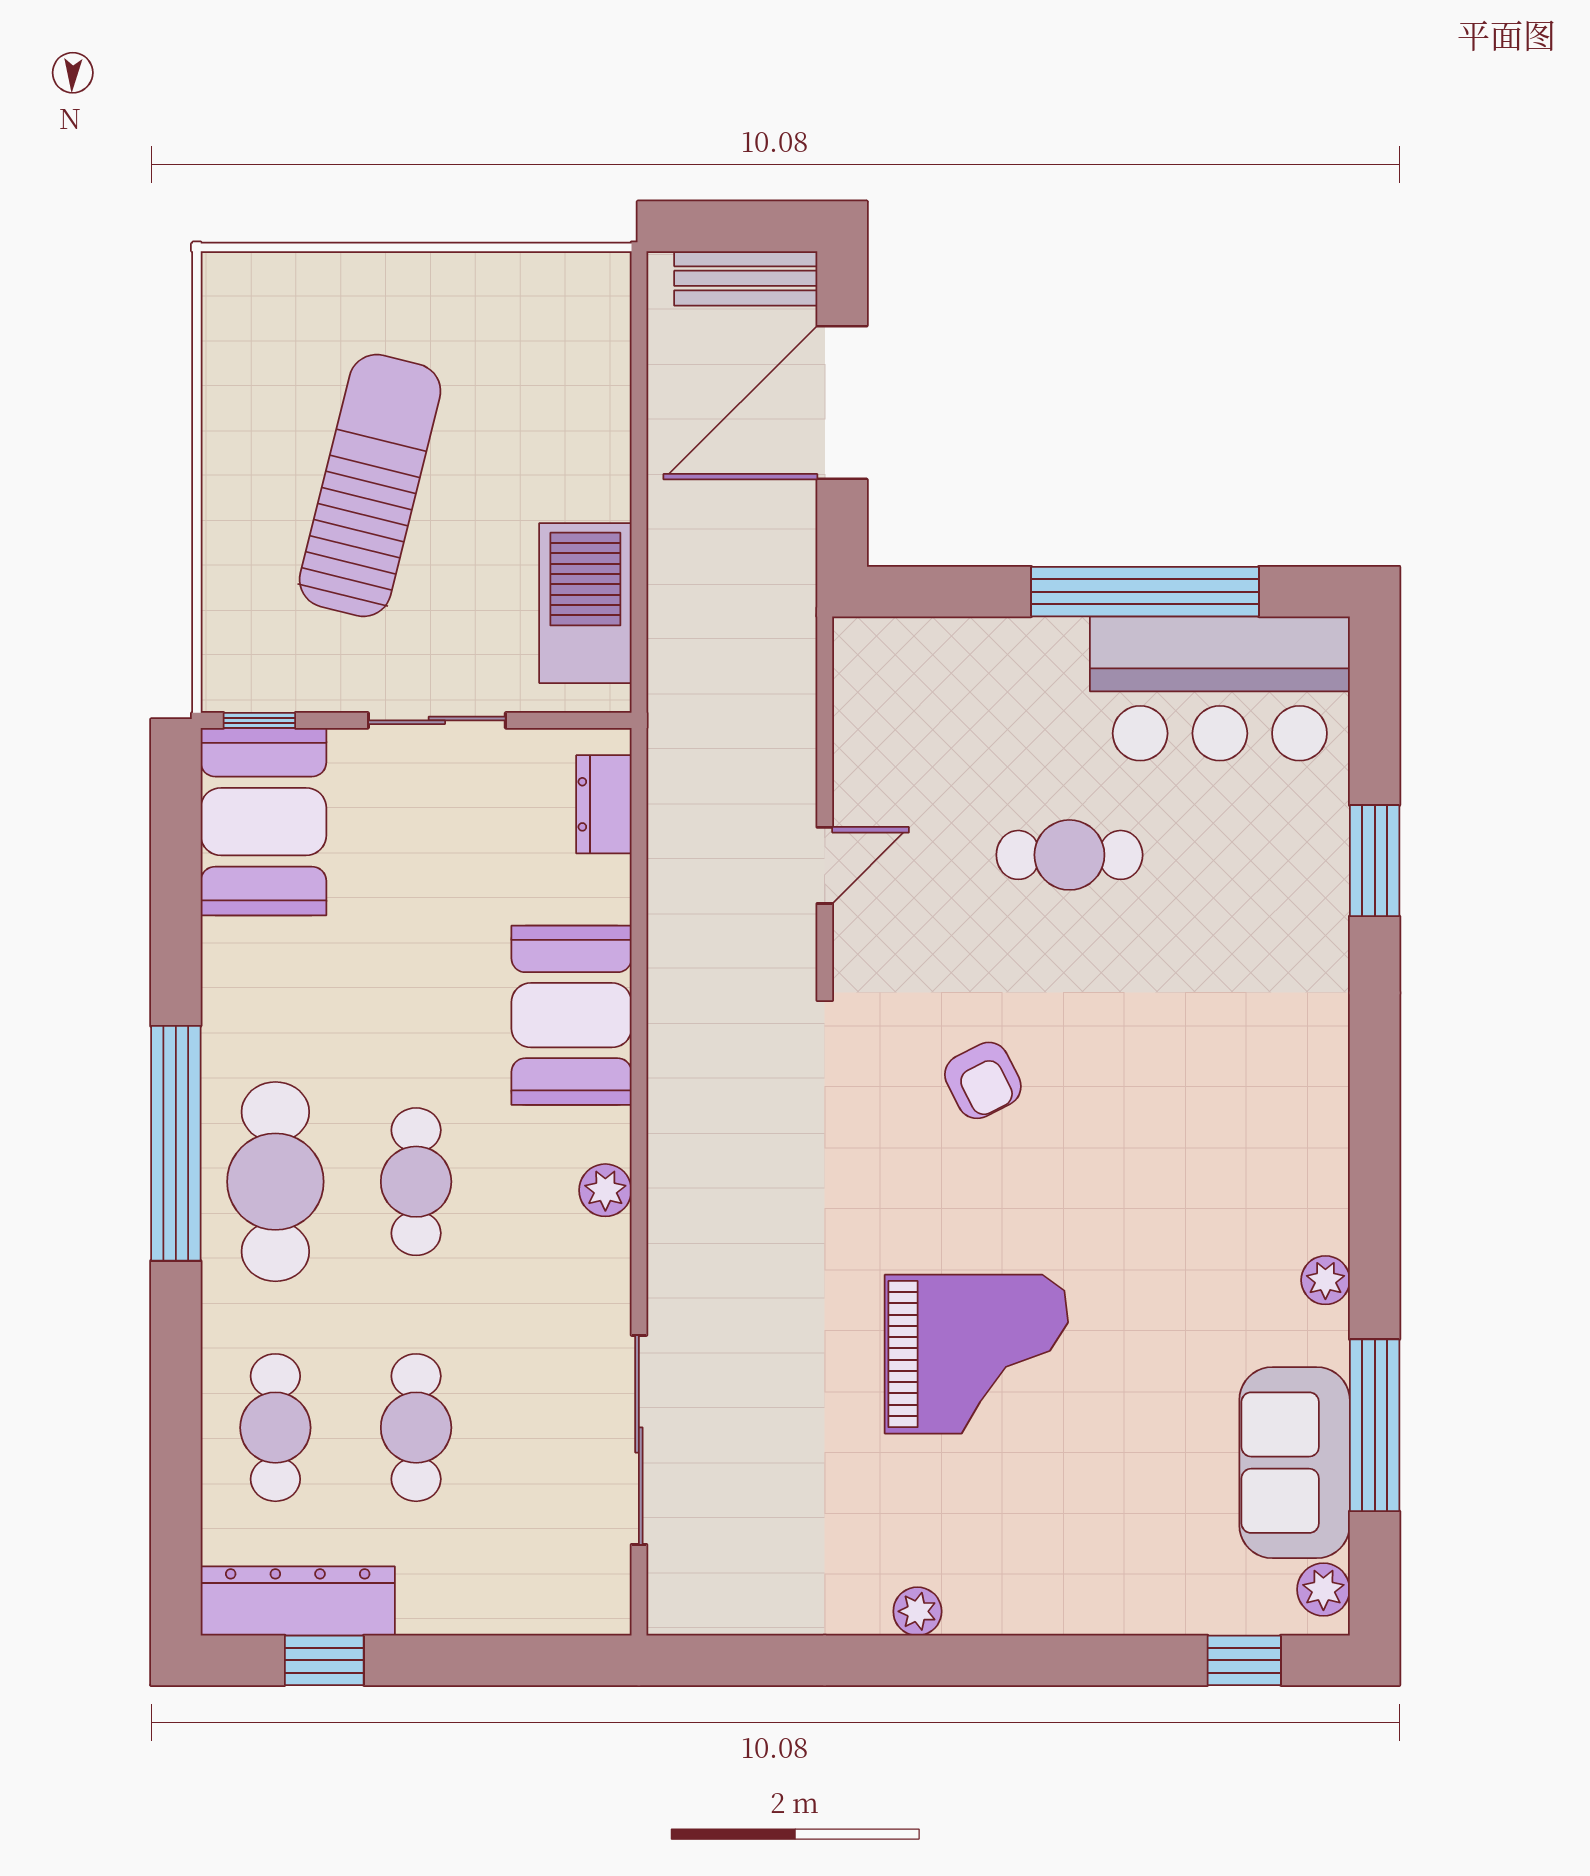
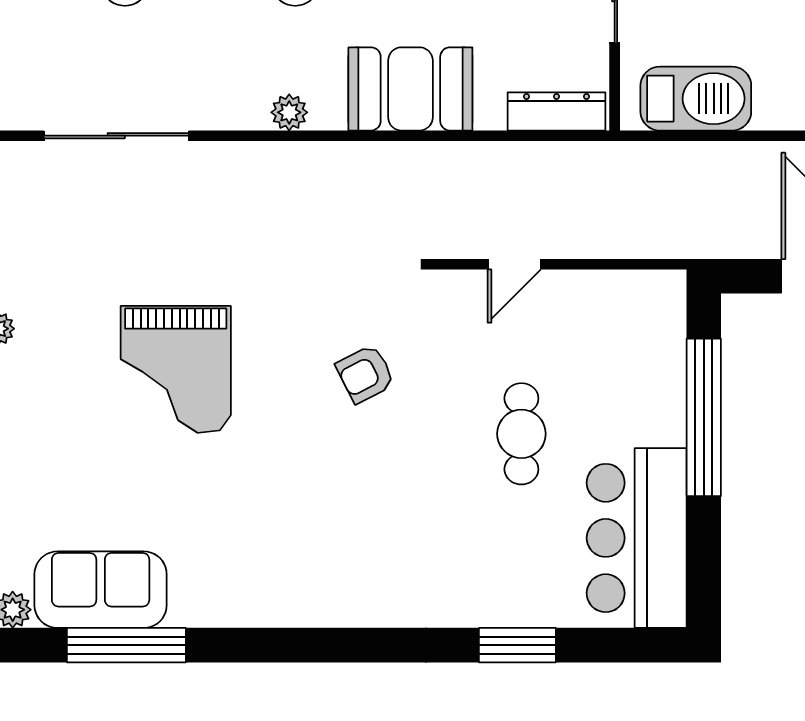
window: (1145, 592) -> (704, 417), moved
dresser: (604, 804) -> (556, 111), width x1.44
door: (825, 865) -> (514, 264), hinge flipped
plant: (1325, 1280) -> (227, 611), removed

